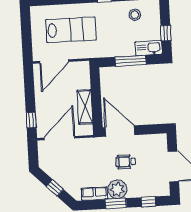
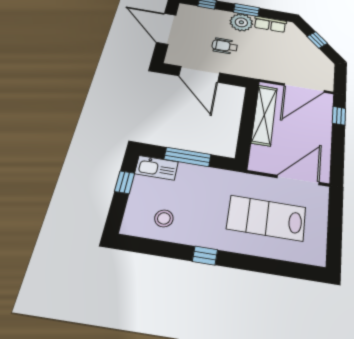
shelving: (85, 107) -> (264, 115), width x1.47
door: (120, 131) -> (199, 74), moved
wheelchair: (125, 162) -> (225, 46), turned 180

